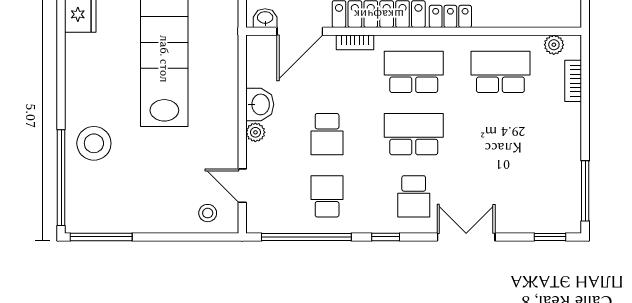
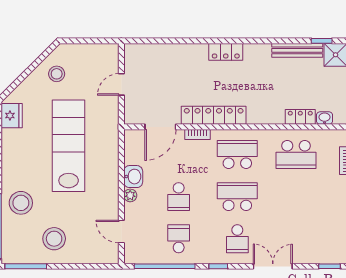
locker: (450, 16) -> (300, 117), moved
washbasin: (265, 18) -> (325, 118), moved
plant: (554, 45) -> (332, 136), removed
school desk: (500, 72) -> (296, 154), turned 180
stool: (208, 213) -> (54, 239), moved, width x1.89, depth x1.89

